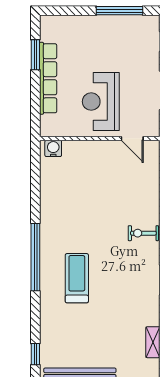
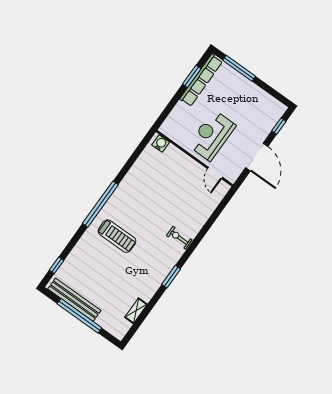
window: (120, 11) -> (239, 68), moved
row of seats: (48, 78) -> (201, 80), moved
treadmill: (77, 278) -> (117, 236), turned 90

